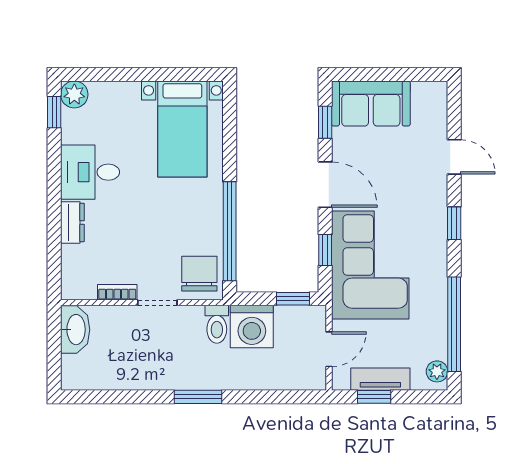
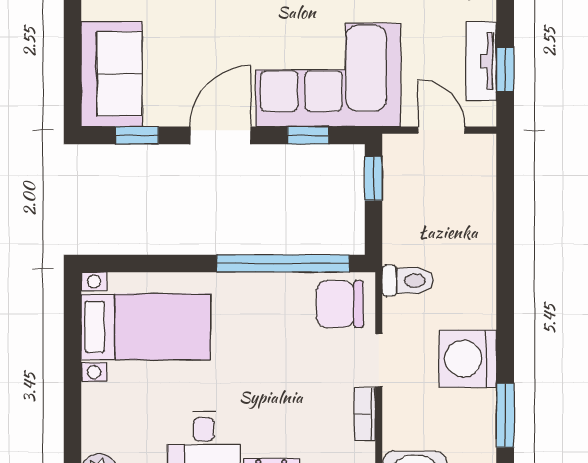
washing machine: (252, 327) -> (468, 359), moved, turned 180
window: (198, 397) -> (505, 415), moved

